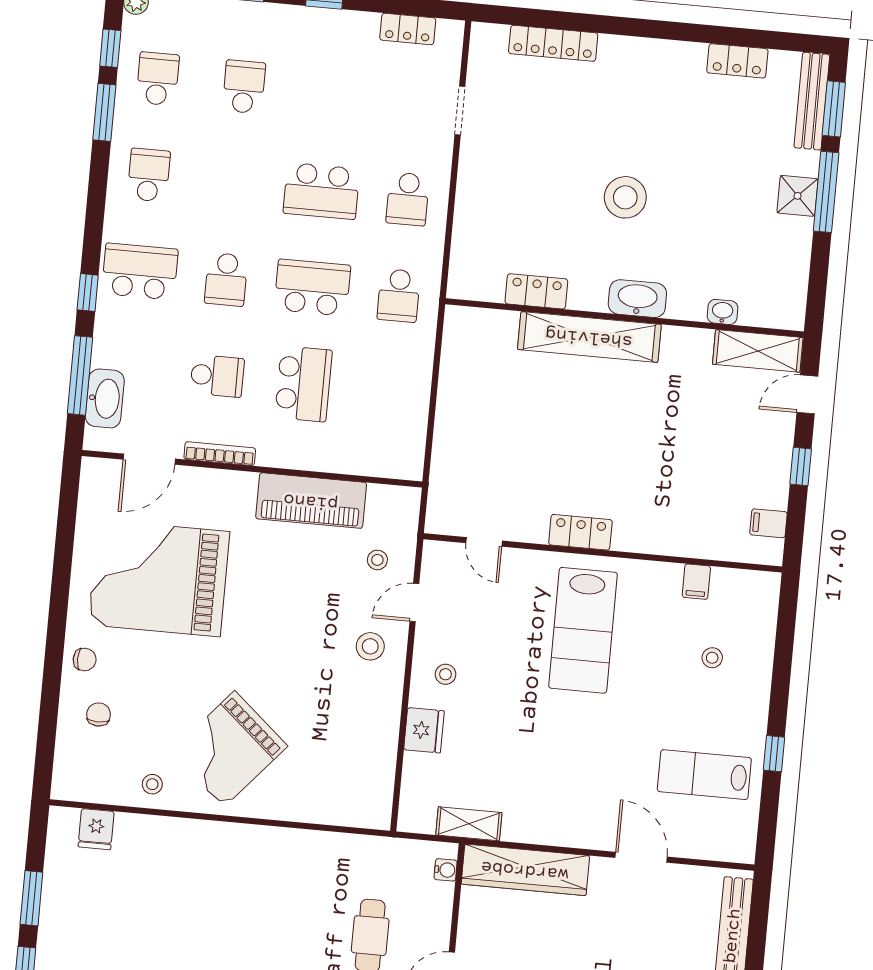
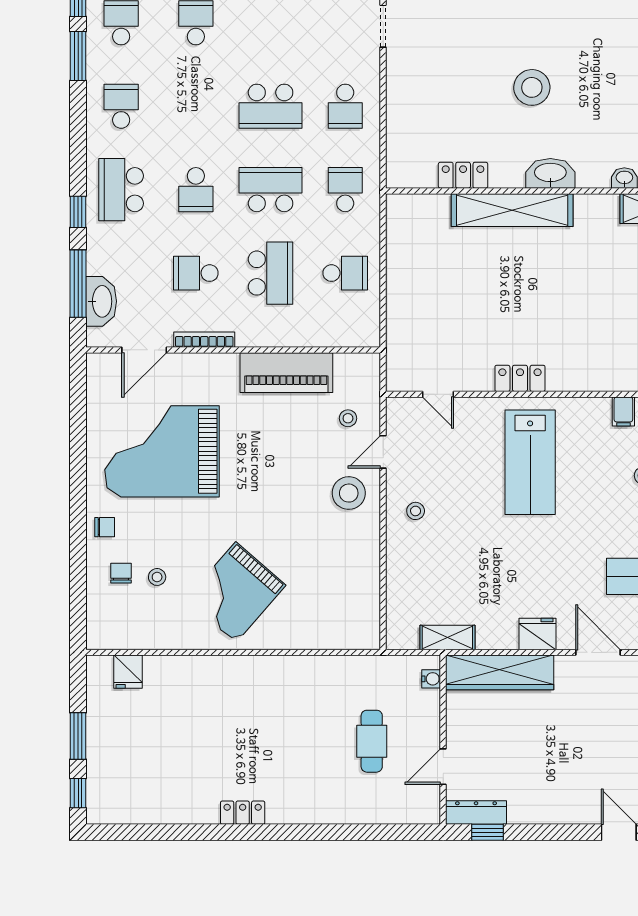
school desk: (140, 271) -> (121, 190), turned -90
school desk: (399, 295) -> (345, 190), turned 180
school desk: (217, 376) -> (196, 273), turned 180
school desk: (390, 392) -> (345, 273), added
stool: (370, 646) -> (349, 493), width x1.38, depth x1.38
fridge: (424, 730) -> (537, 634), moved, turned -90
stool: (152, 784) -> (157, 577), moved

